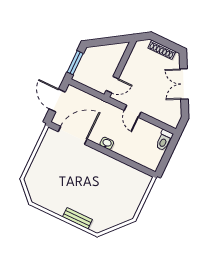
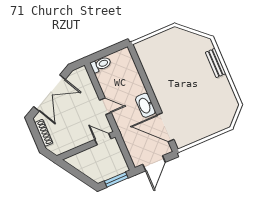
double door: (184, 84) -> (50, 93), width x1.37
door: (133, 111) -> (105, 106), hinge flipped
washbasin: (107, 143) -> (145, 105), width x1.91, depth x1.45

